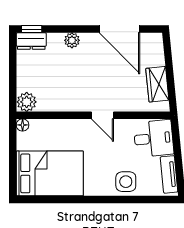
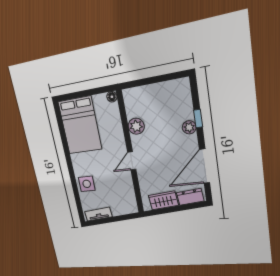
window: (32, 29) -> (198, 119), moved
dresser: (31, 41) -> (190, 197), moved, turned 84
plant: (27, 102) -> (136, 126), moved
desk: (154, 138) -> (122, 201), removed

